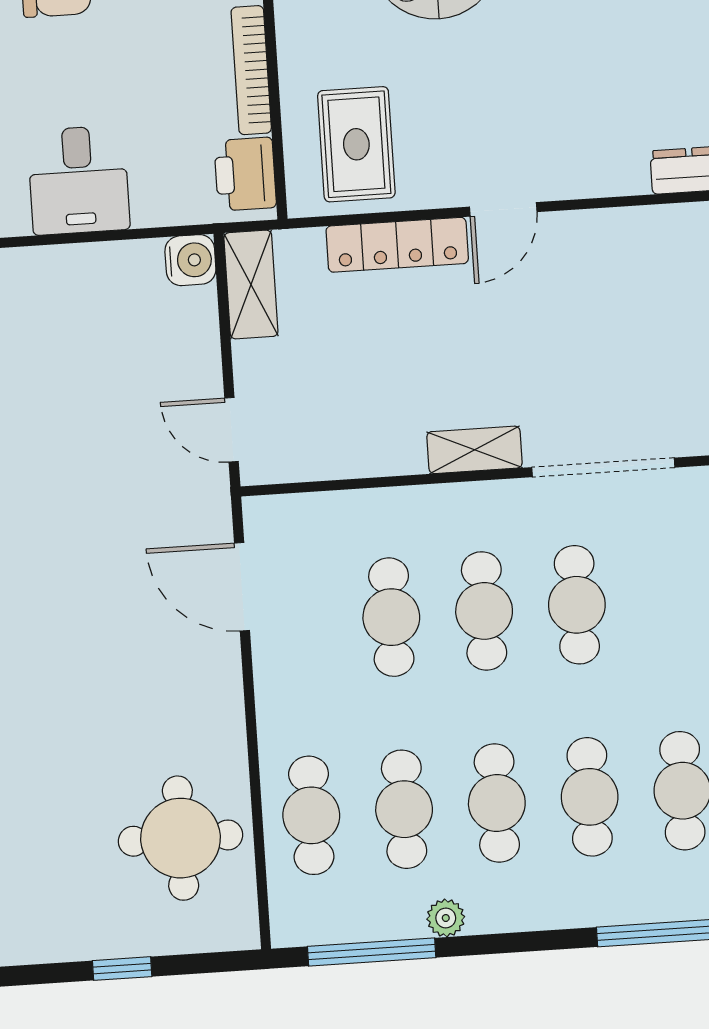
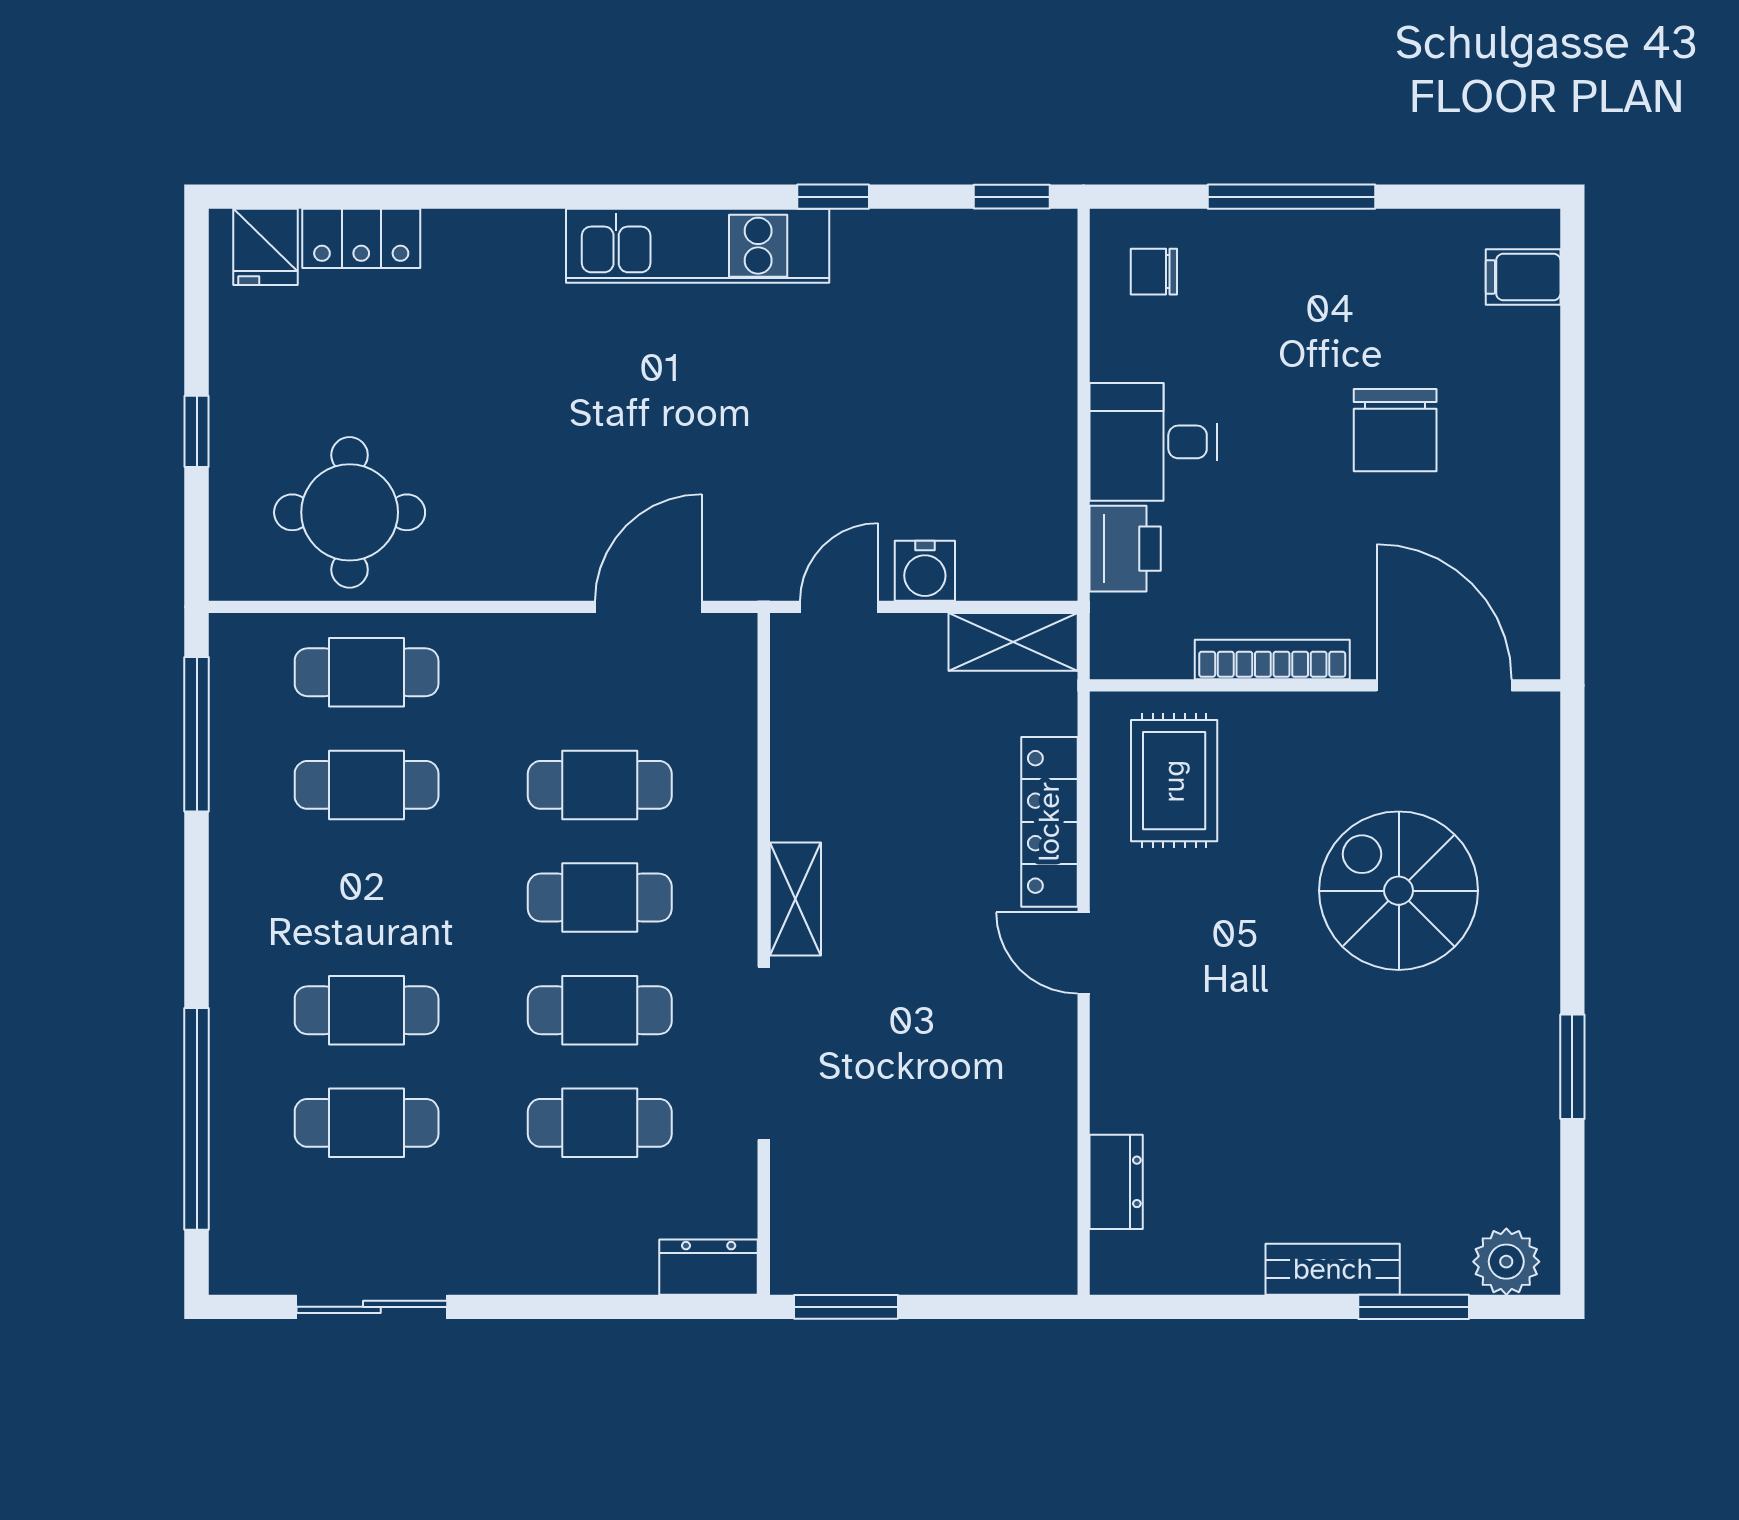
rug: (356, 144) -> (1174, 781), turned 90
printer: (245, 174) -> (1125, 549), moved, turned 90
water cooler: (190, 260) -> (925, 571), moved
cafe table: (497, 803) -> (600, 1123), moved
plant: (446, 918) -> (232, 827), removed

